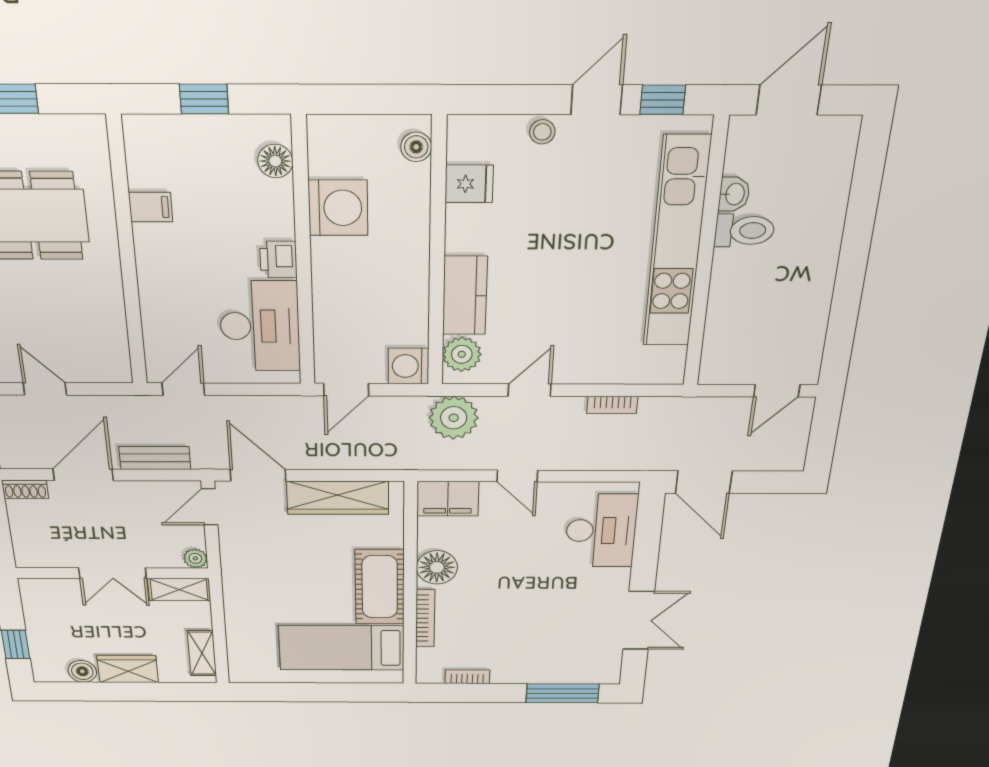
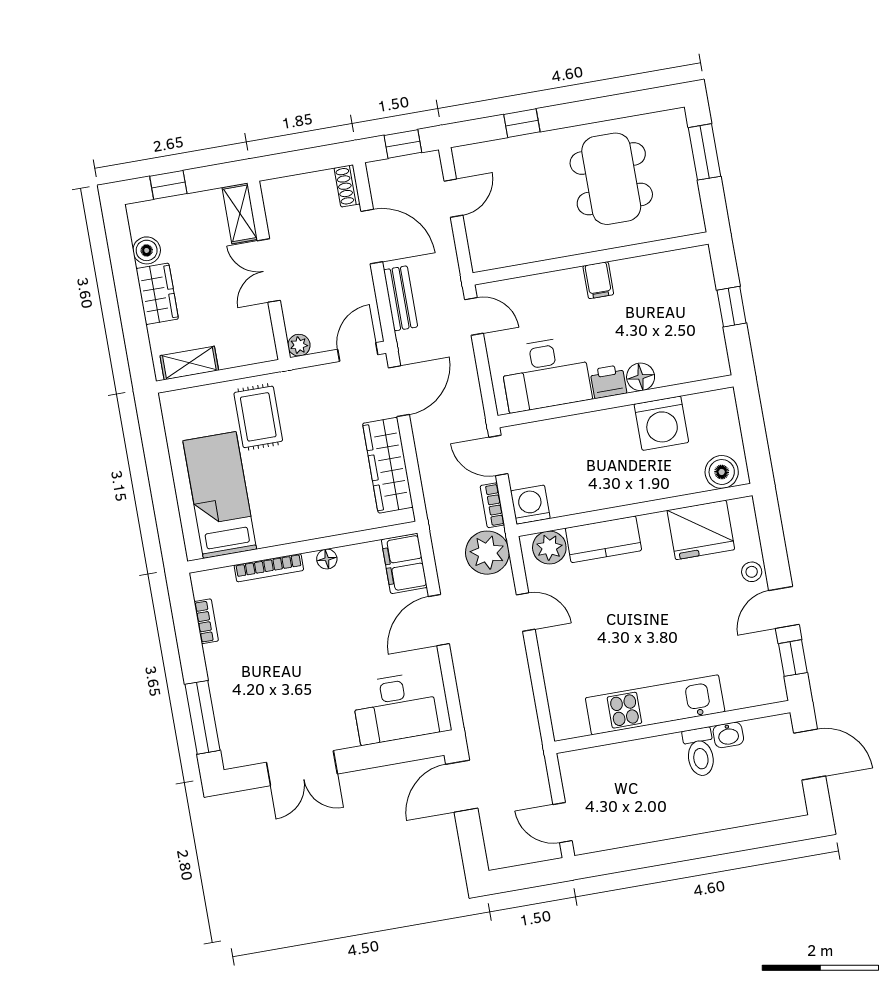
door: (597, 100) -> (784, 608), swing flipped
boiler: (416, 147) -> (722, 472), width x1.36, depth x1.36
floor lamp: (275, 161) -> (641, 377), moved
fridge: (469, 184) -> (701, 530), width x1.88, depth x1.34
filing cabinet: (151, 207) -> (598, 280), moved
kitchen unit: (676, 243) -> (655, 705), width x0.73
bookcase: (612, 405) -> (492, 505), moved
door: (517, 476) -> (439, 620), width x1.38
door: (210, 507) -> (358, 352), hinge flipped
floor lamp: (437, 567) -> (327, 559), width x0.53, depth x0.53
cot: (380, 587) -> (297, 519), removed
shelving: (179, 590) -> (240, 213), moved
rug: (266, 604) -> (258, 417), added

